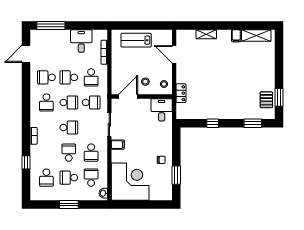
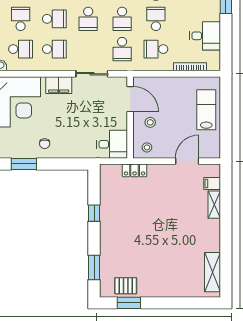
filing cabinet: (236, 36) -> (212, 184), moved
filing cabinet: (118, 145) -> (59, 85), width x2.00
school desk: (91, 153) -> (54, 49), turned 180

